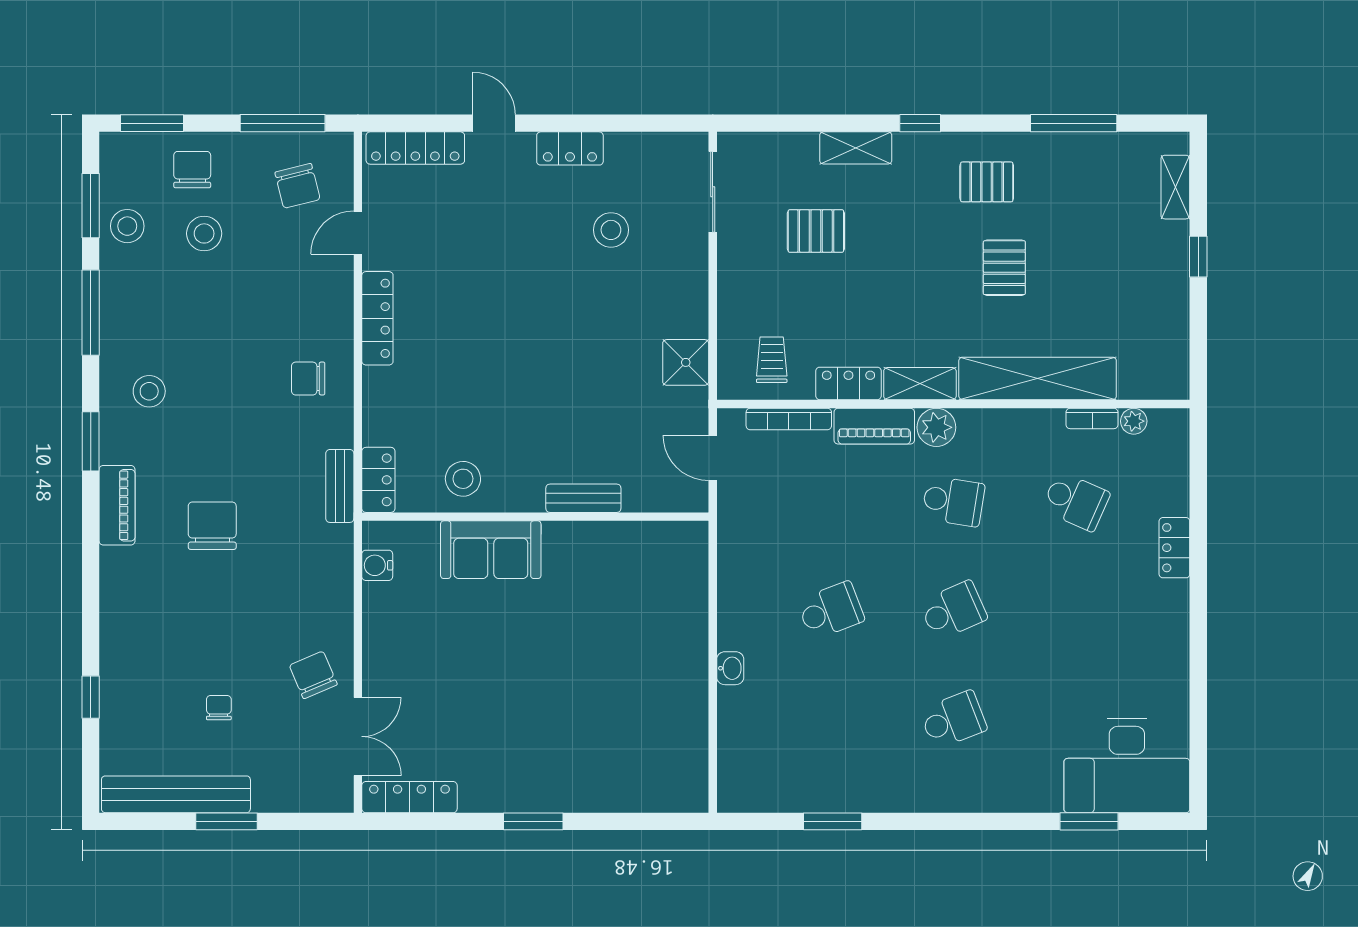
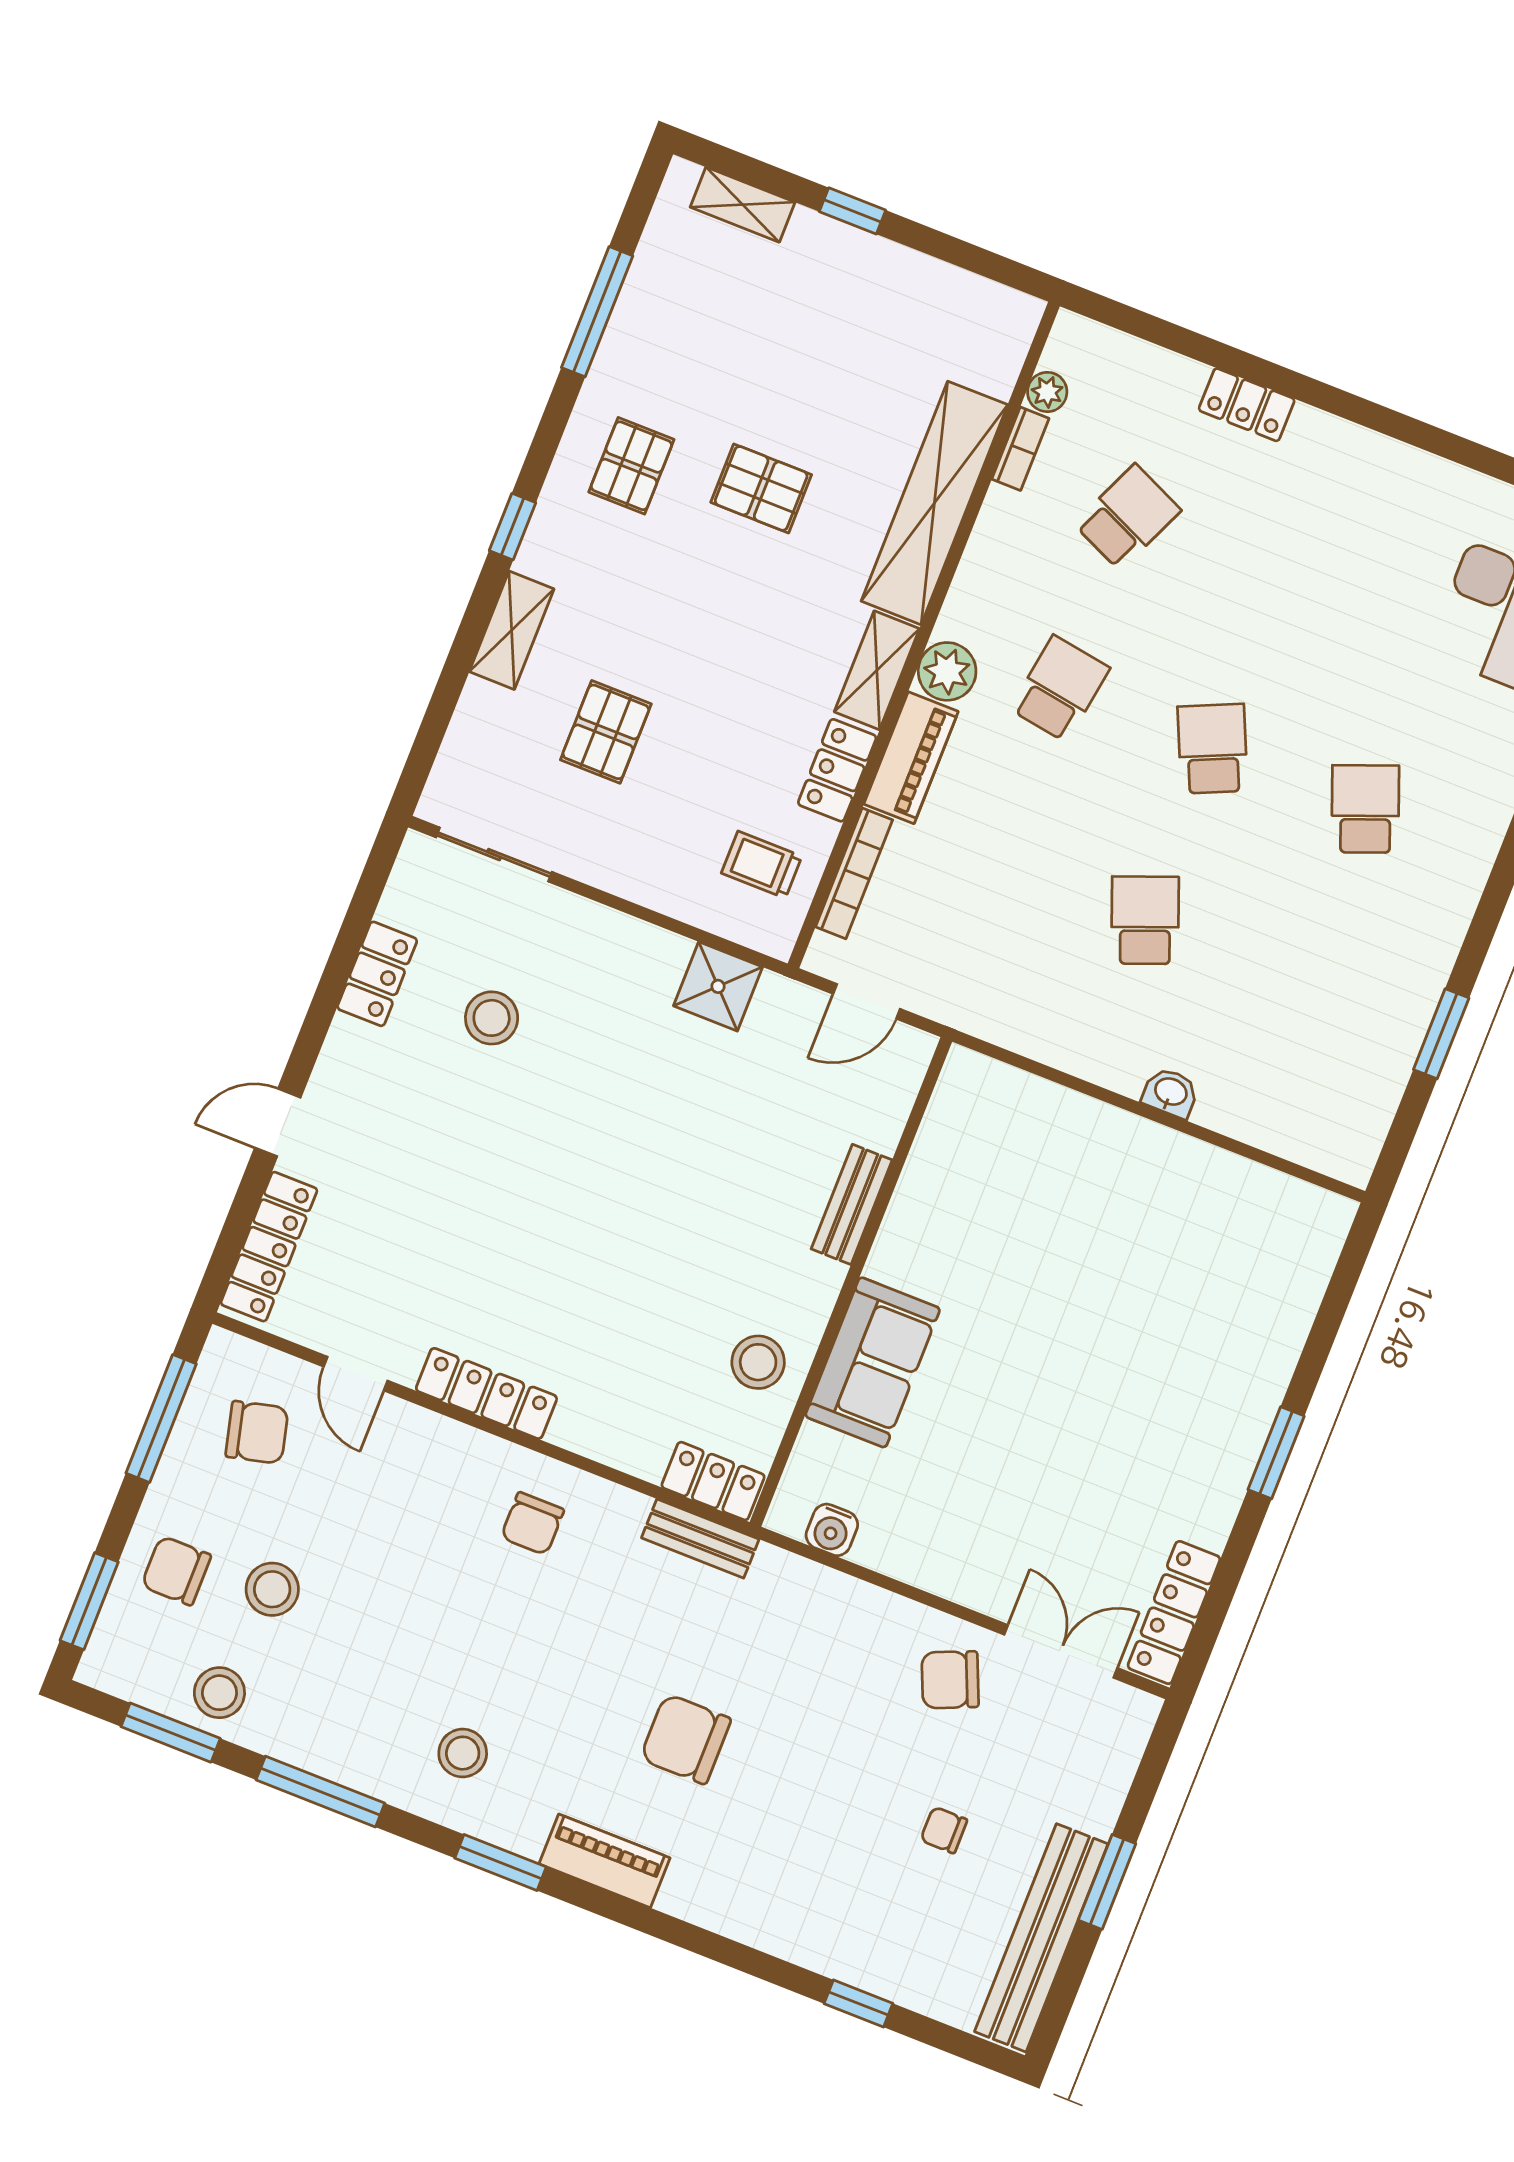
locker: (570, 148) -> (377, 974), moved

